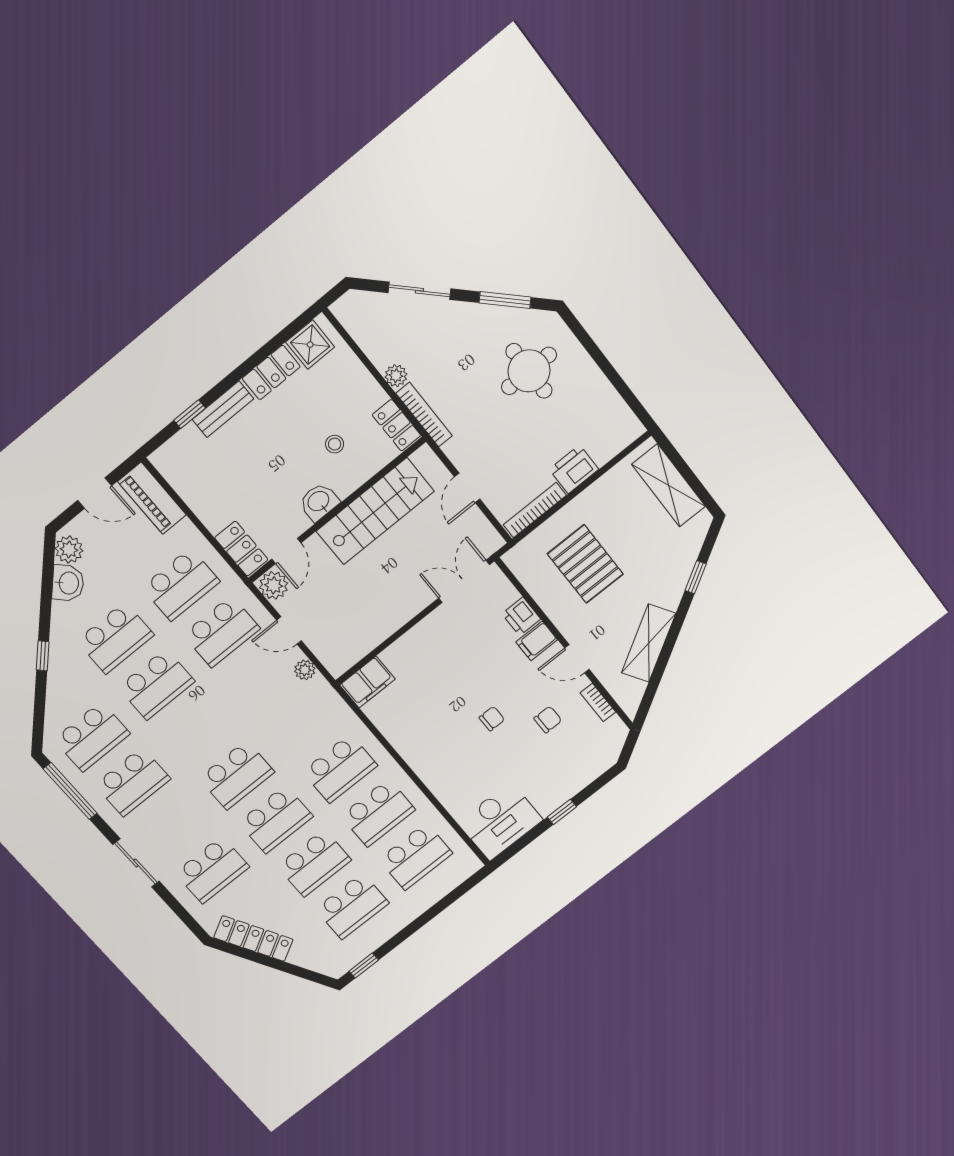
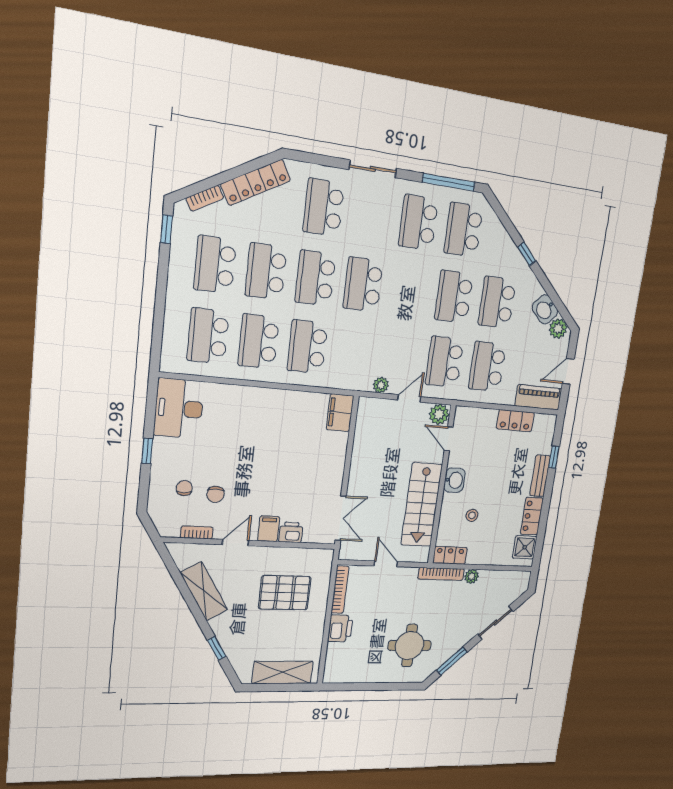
locker: (241, 549) -> (515, 421), moved
chair: (492, 719) -> (184, 488), moved, turned 180
bookcase: (309, 962) -> (205, 198), added

